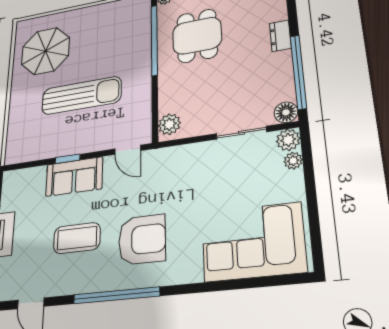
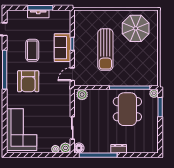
dining table: (197, 36) -> (127, 109), width x1.38

